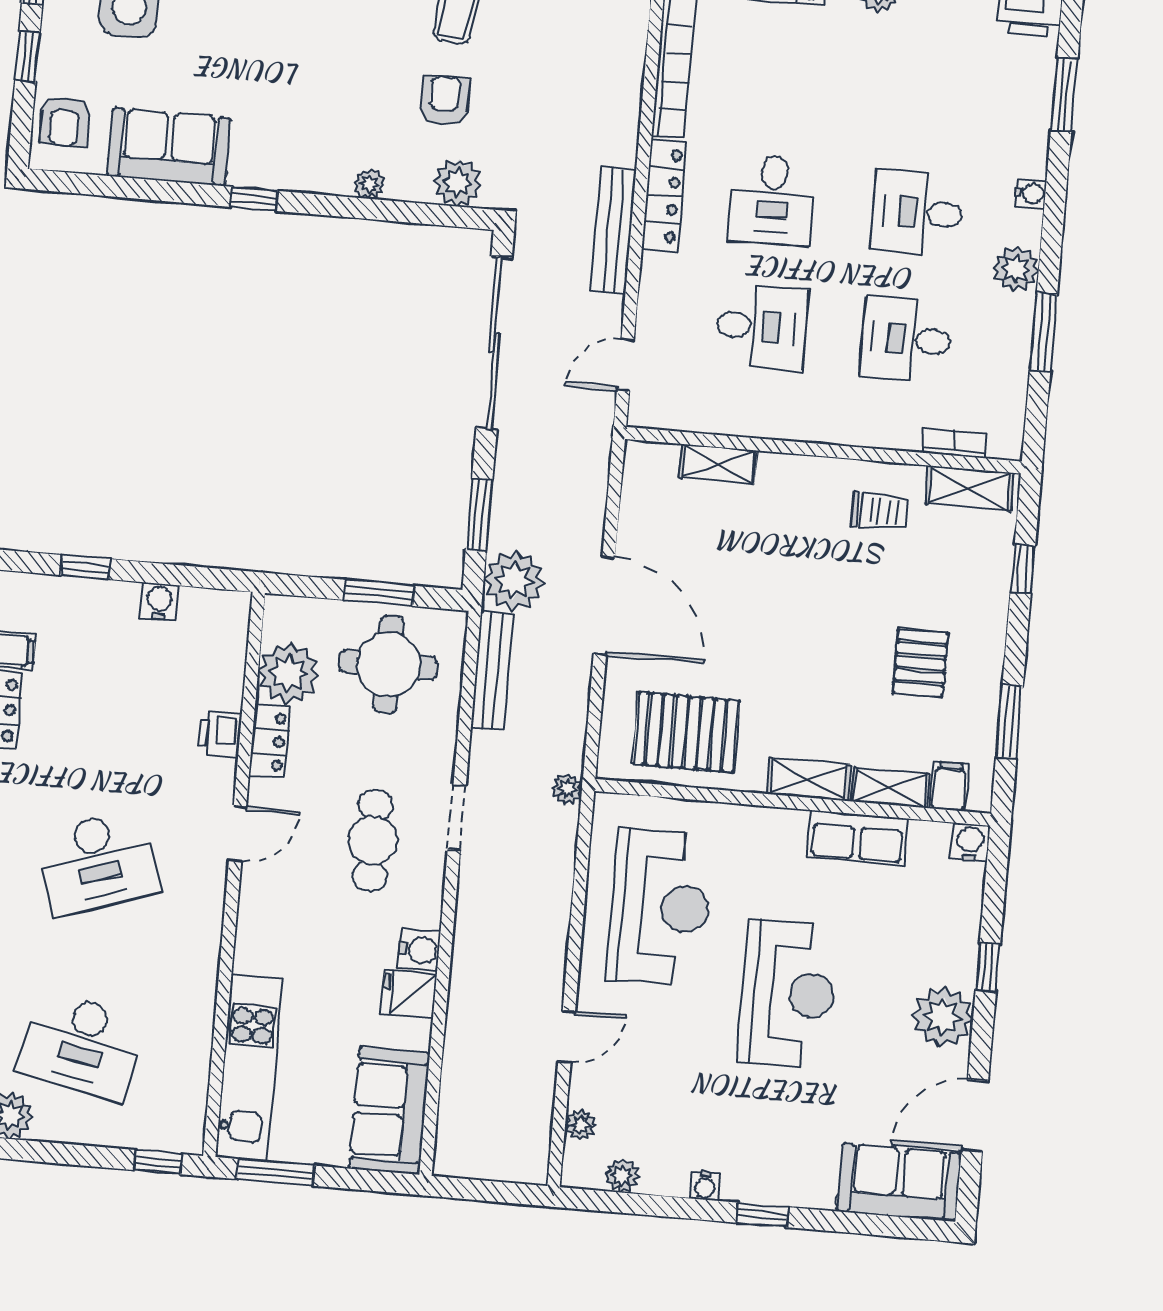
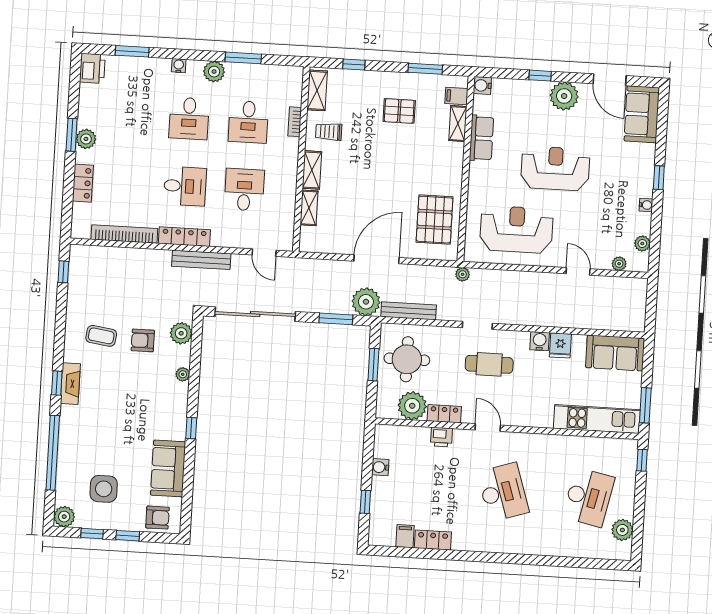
bookcase: (954, 443) -> (295, 122), moved
trolley: (880, 511) -> (329, 132), turned -90
shelving: (809, 779) -> (312, 170), moved

